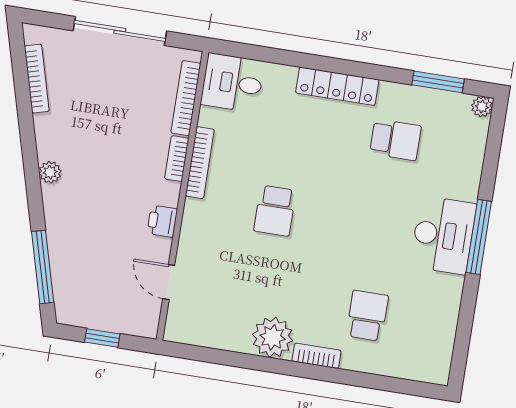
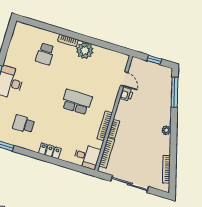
locker: (337, 86) -> (50, 151), width x0.66
school desk: (275, 211) -> (77, 102), width x1.85
printer: (162, 221) -> (126, 94), moved

